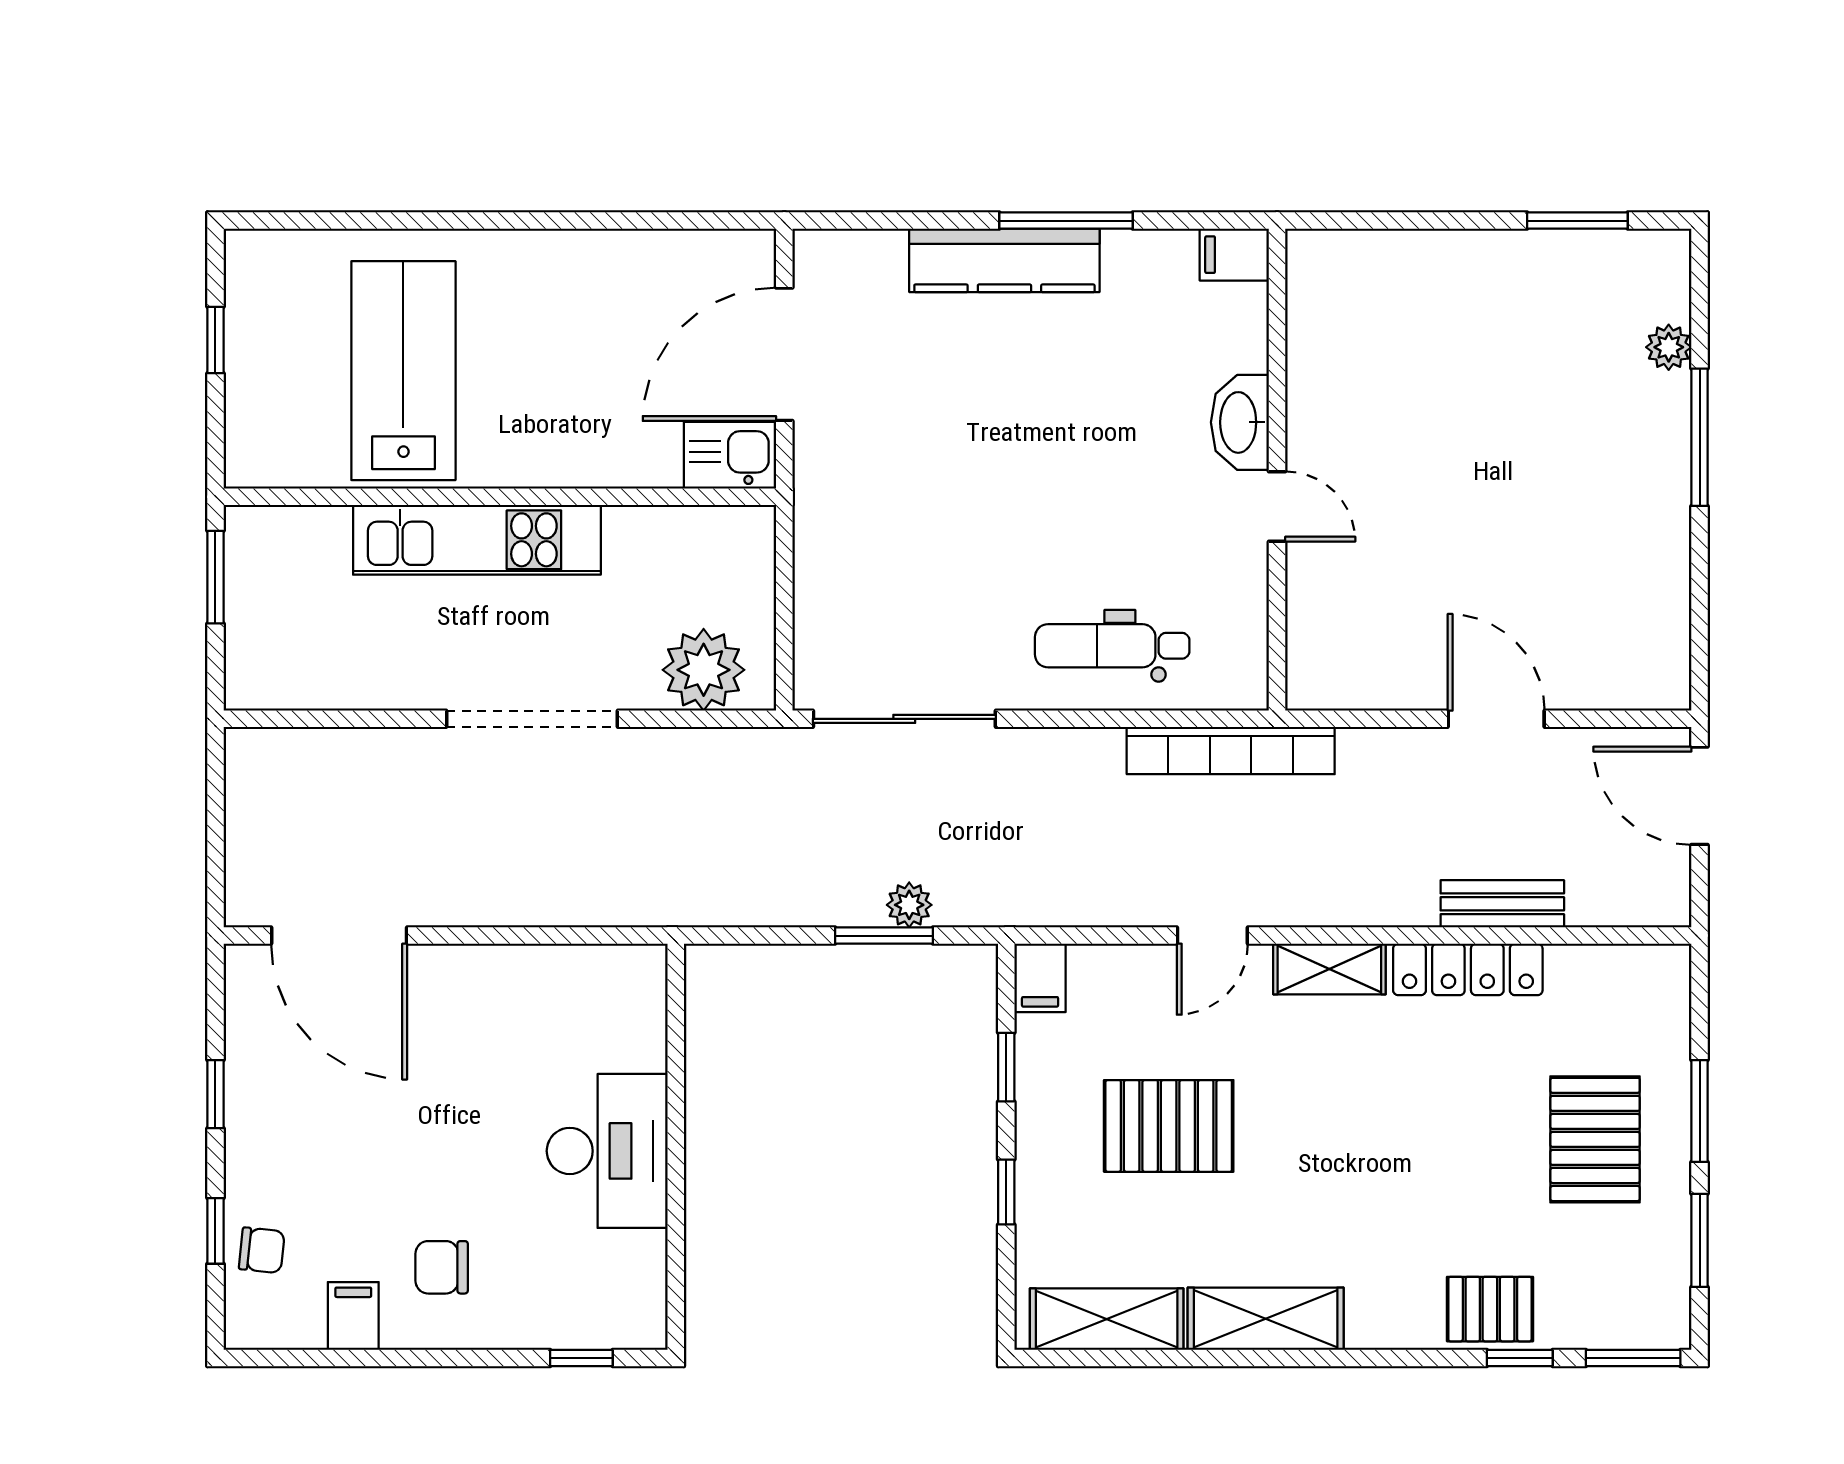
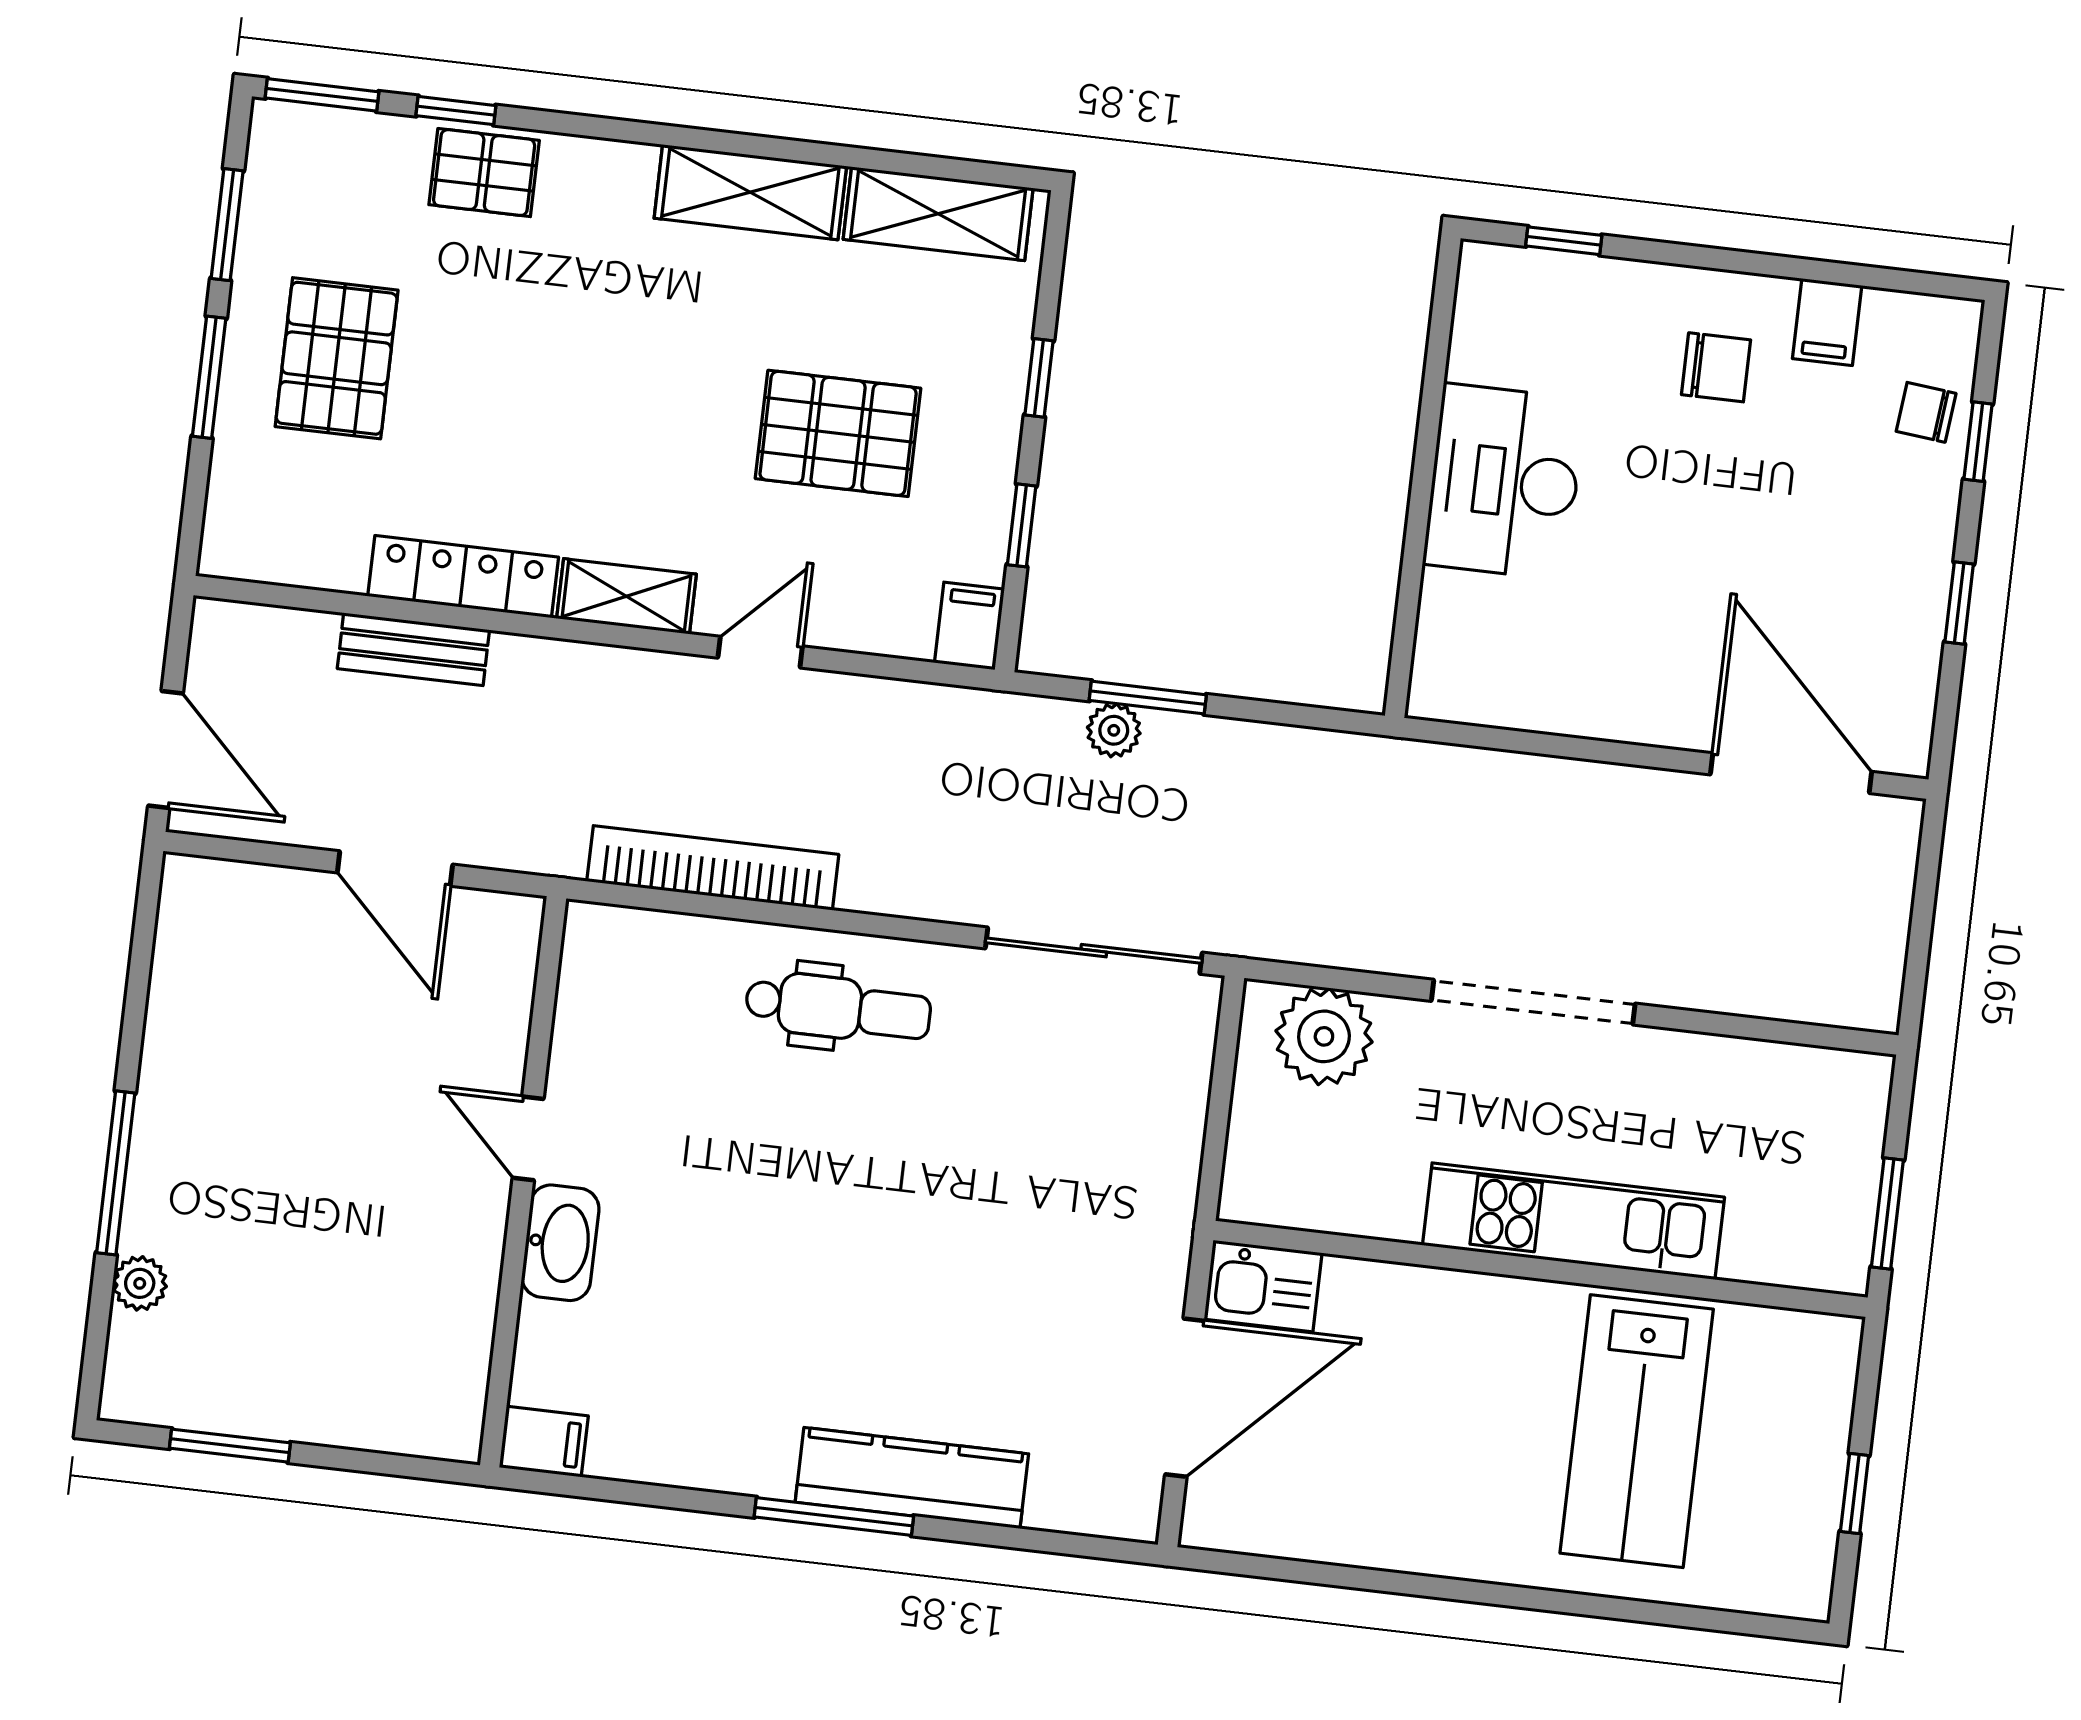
filing cabinet: (1234, 255) -> (544, 1442), moved
washbasin: (1240, 422) -> (560, 1243), moved
wall: (1277, 470) -> (523, 1182), moved
door: (1277, 507) -> (528, 1138), moved

